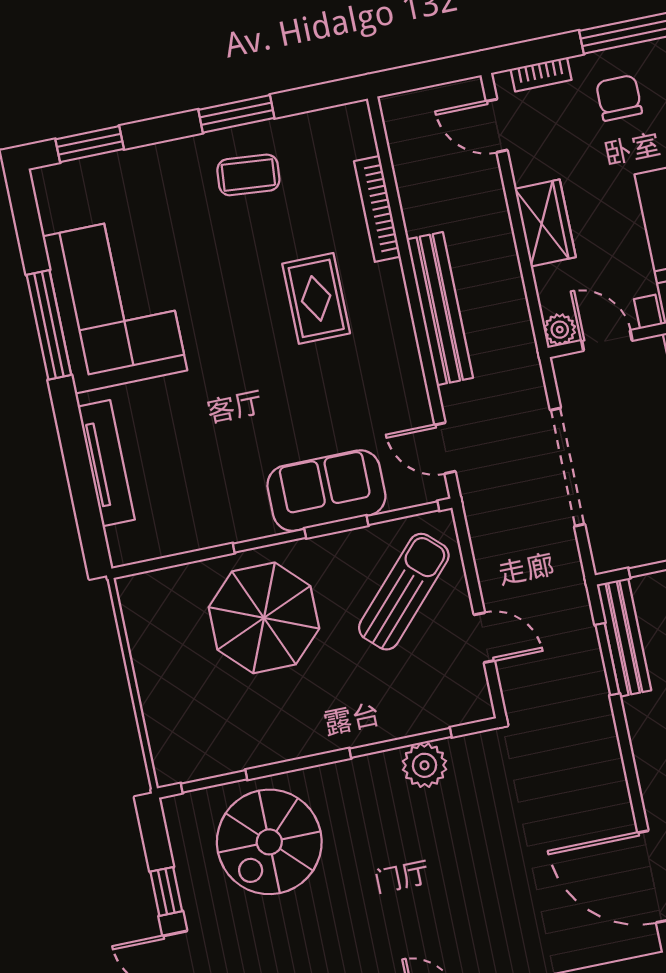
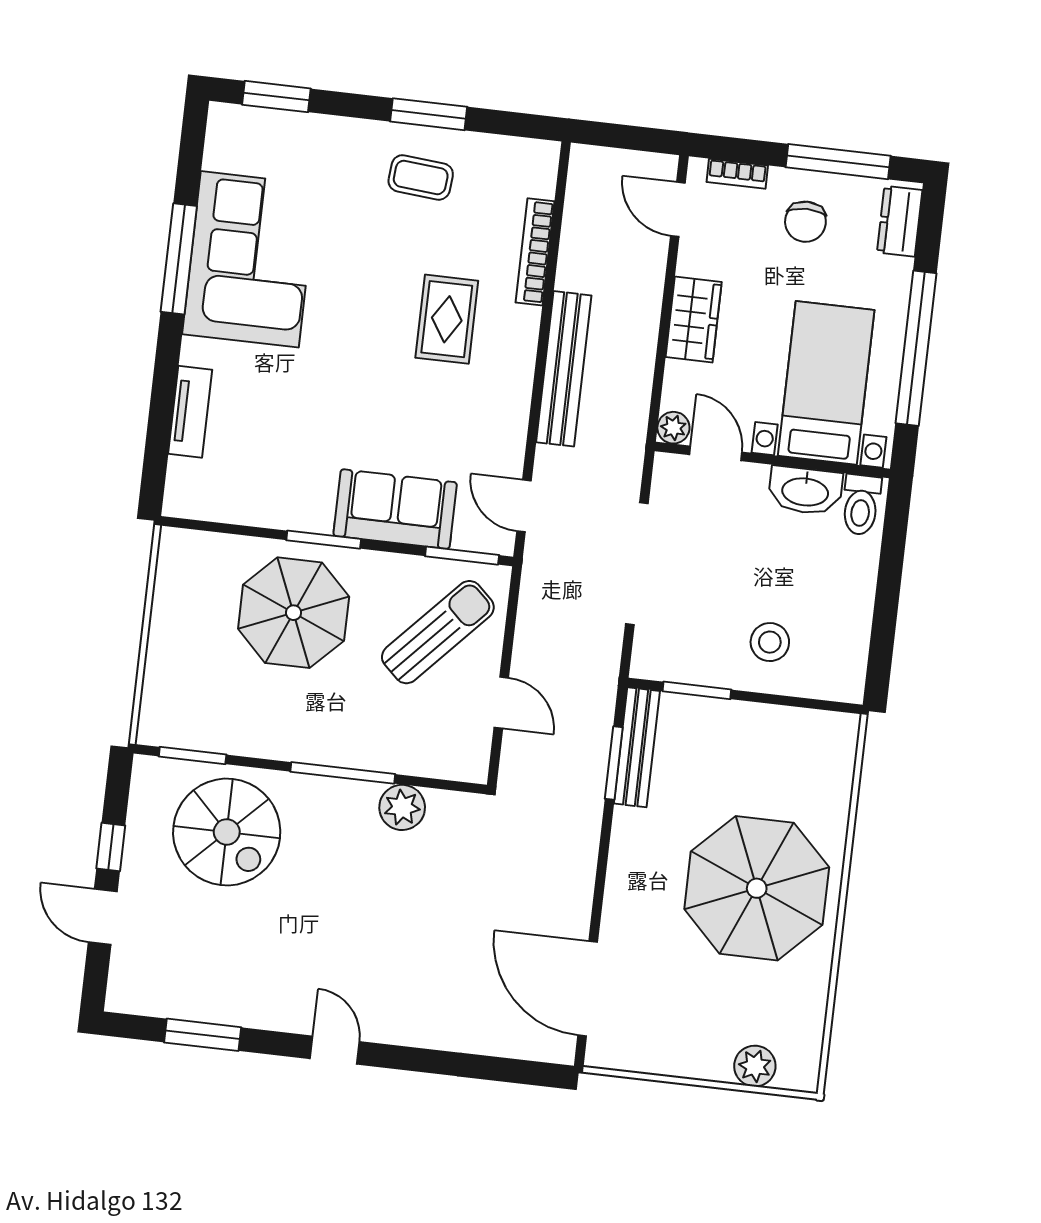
chair: (619, 98) -> (805, 222), turned 180
tv unit: (106, 463) -> (190, 412), width x0.71
window: (400, 743) -> (343, 773), moved
spiral stairs: (269, 842) -> (227, 832), turned -90

